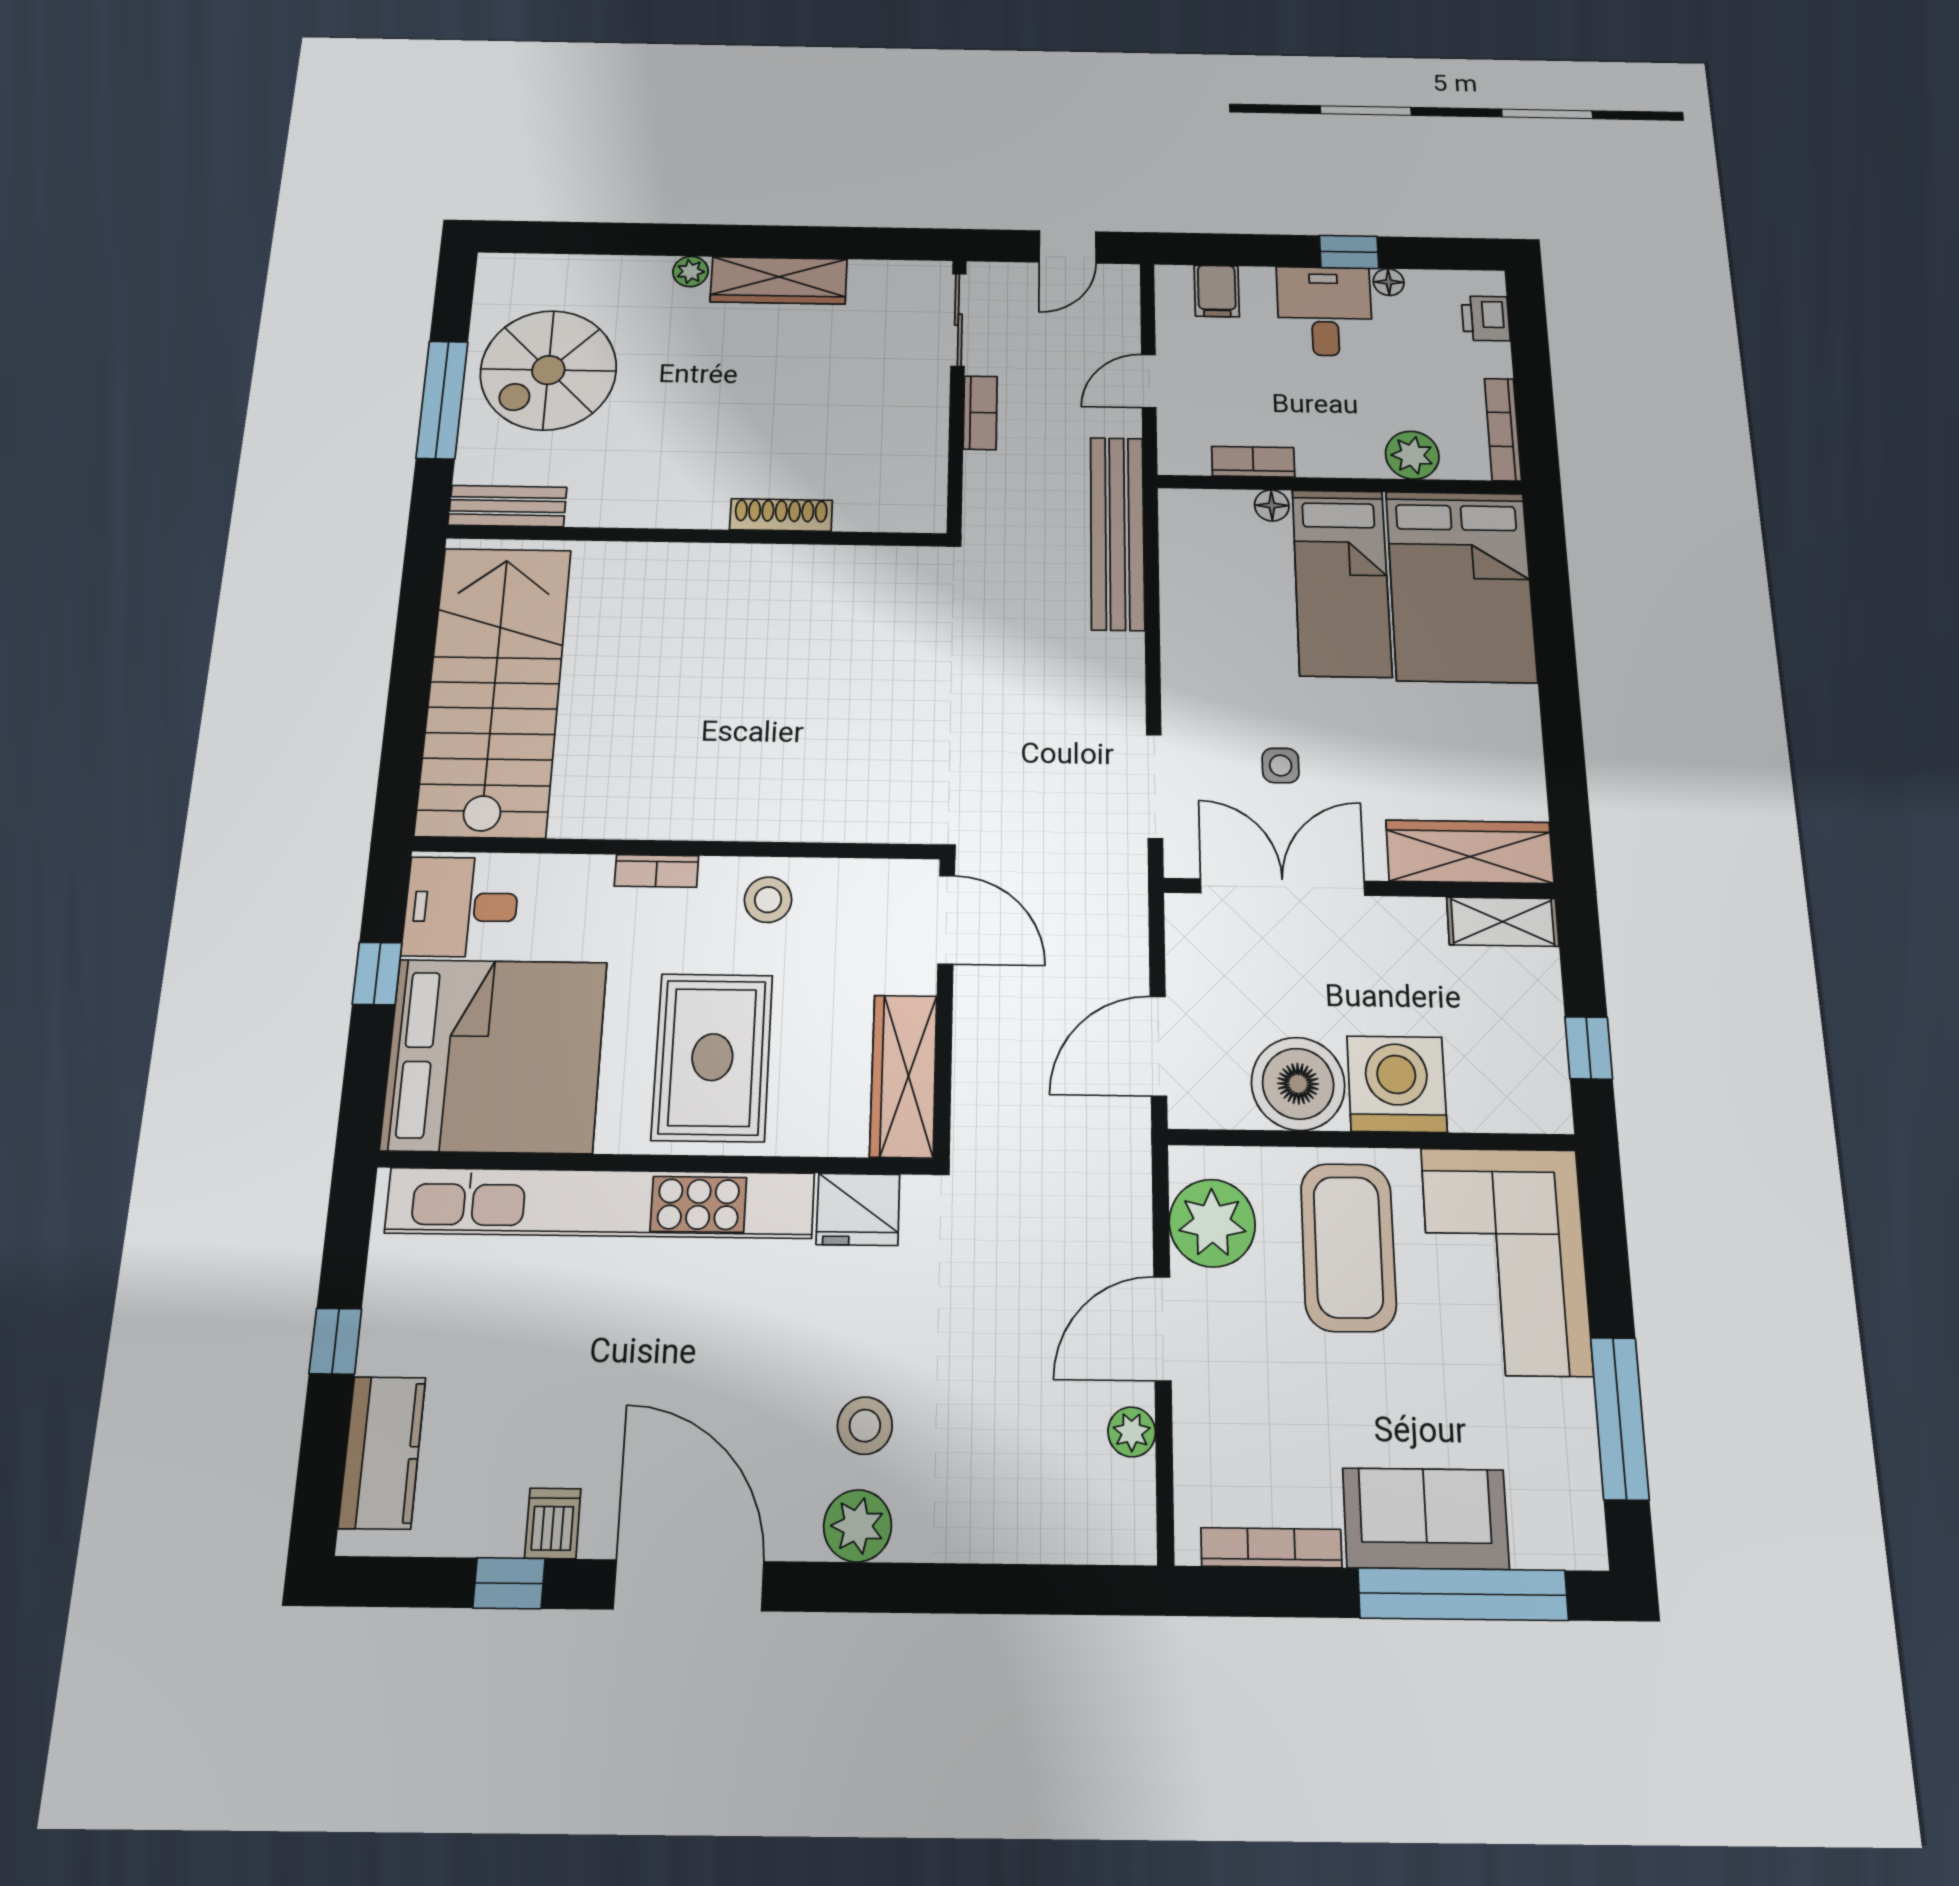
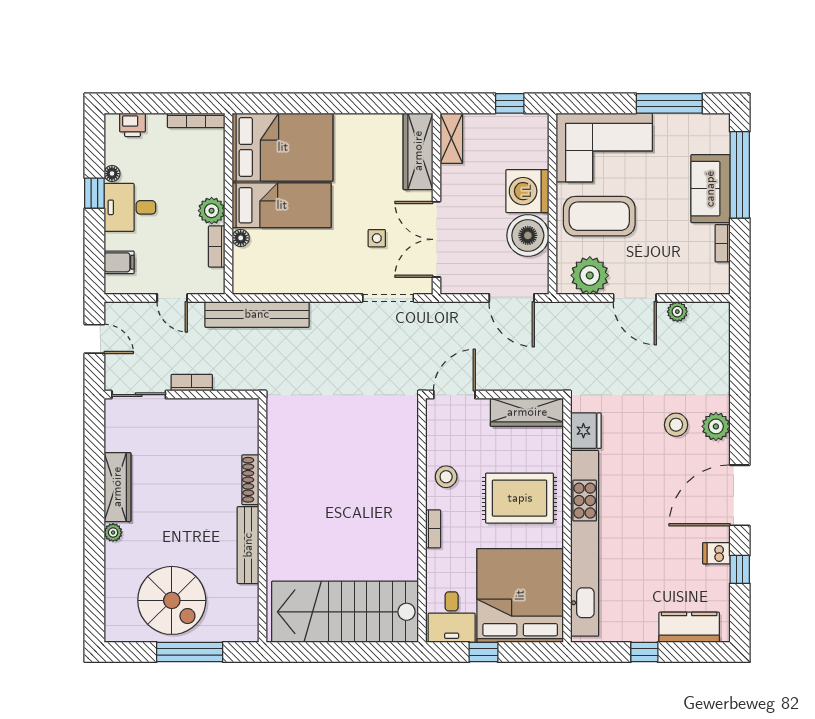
plant: (1412, 455) -> (212, 211), moved
bench: (507, 506) -> (248, 545), moved, width x1.36
bookcase: (1271, 1548) -> (723, 243), width x0.64

